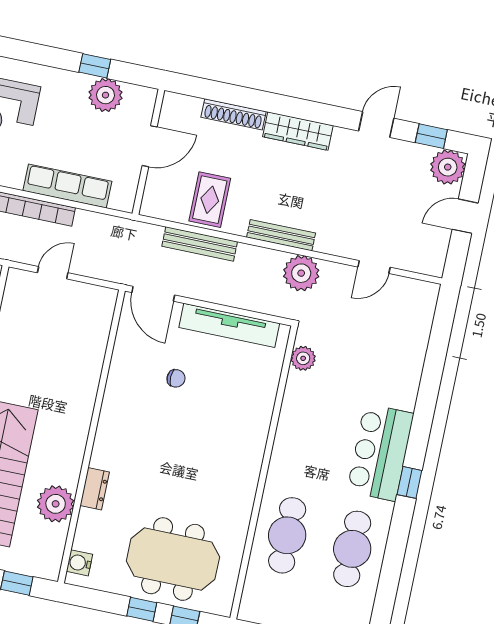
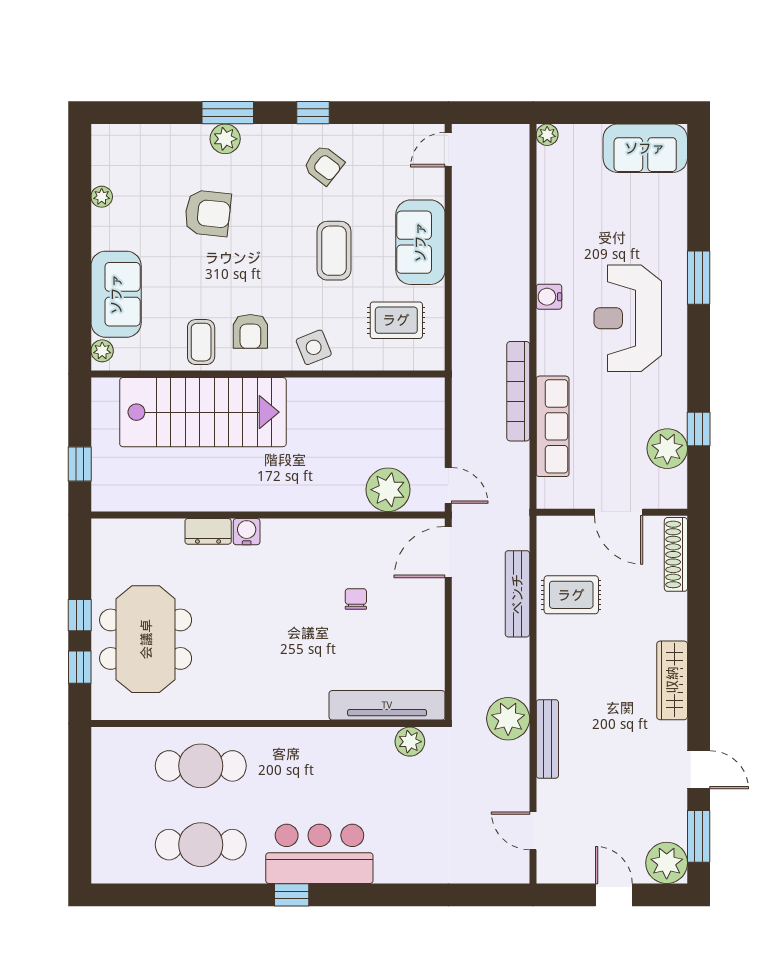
shoe rack: (234, 114) -> (676, 554), moved
window: (431, 136) -> (699, 836), width x1.50
bench: (281, 235) -> (547, 739), moved
door: (374, 267) -> (533, 831), moved
door: (53, 273) -> (448, 485), moved
tv unit: (229, 325) -> (387, 705), moved, turned 90
chair: (176, 378) -> (356, 599), turned 180
plant: (56, 504) -> (388, 490), moved
water cooler: (79, 563) -> (247, 532), moved

